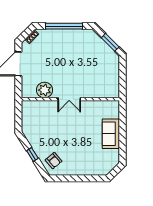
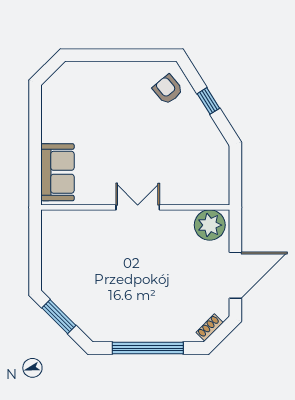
plant: (45, 90) -> (210, 225), moved
sofa: (111, 134) -> (58, 172), moved

